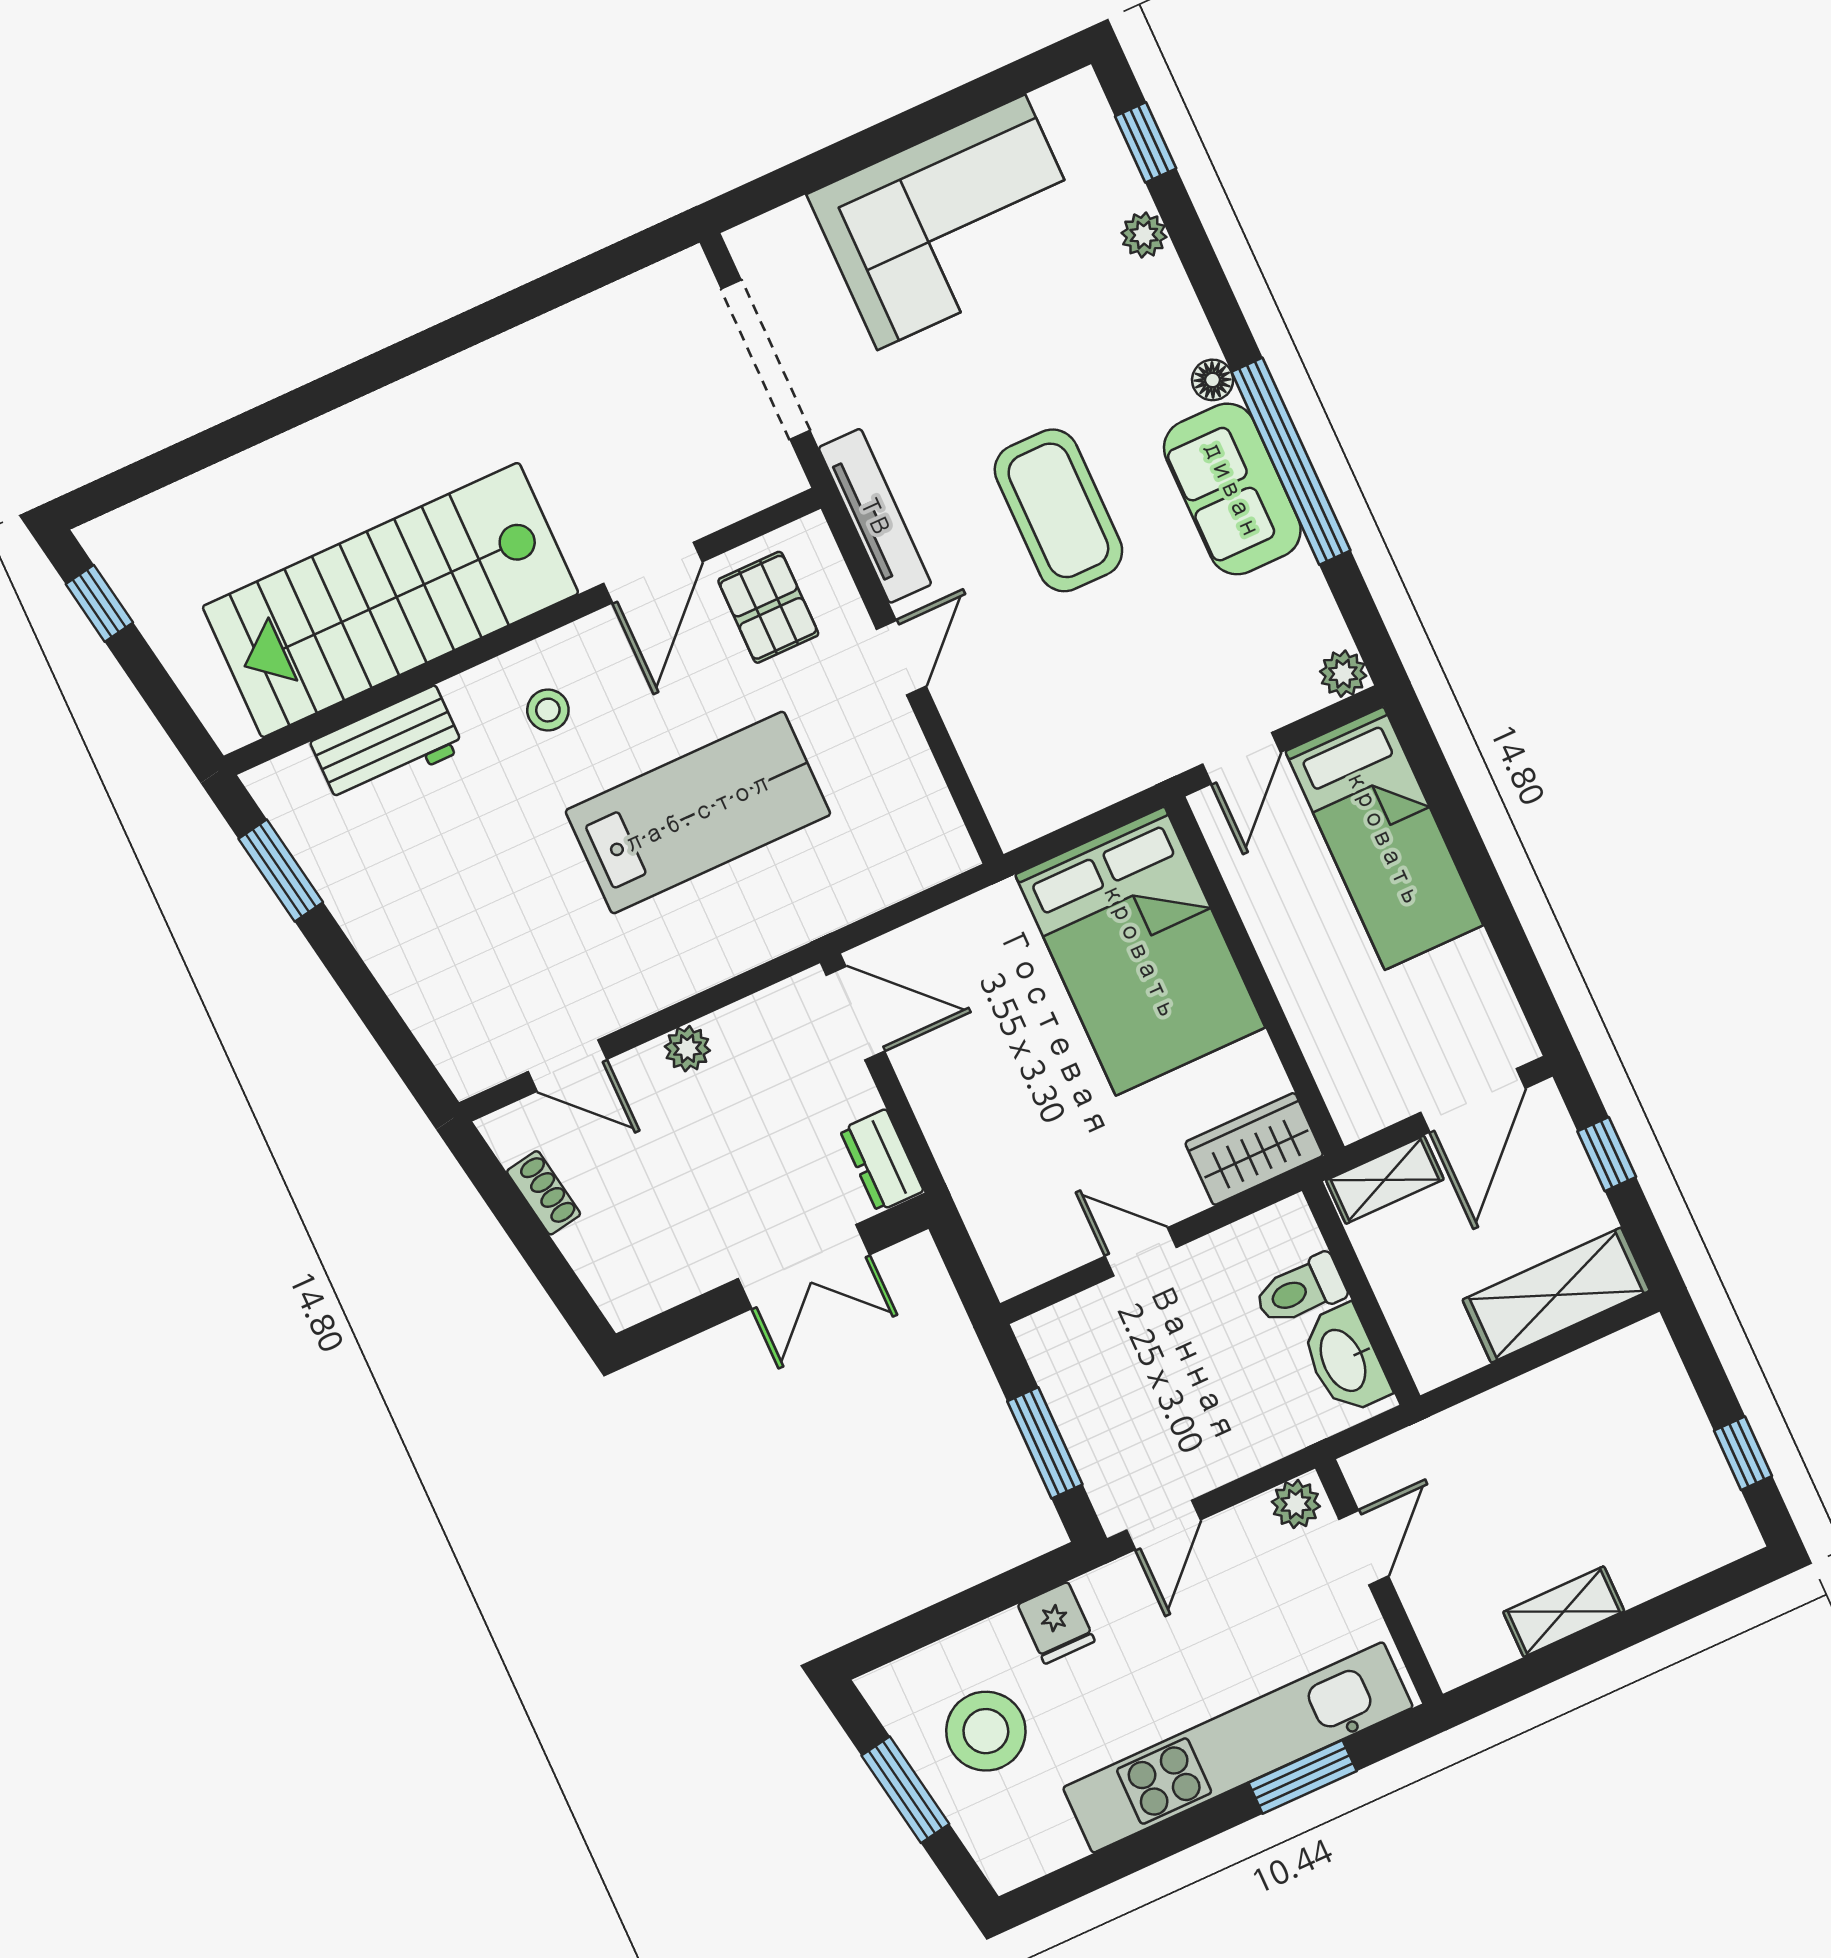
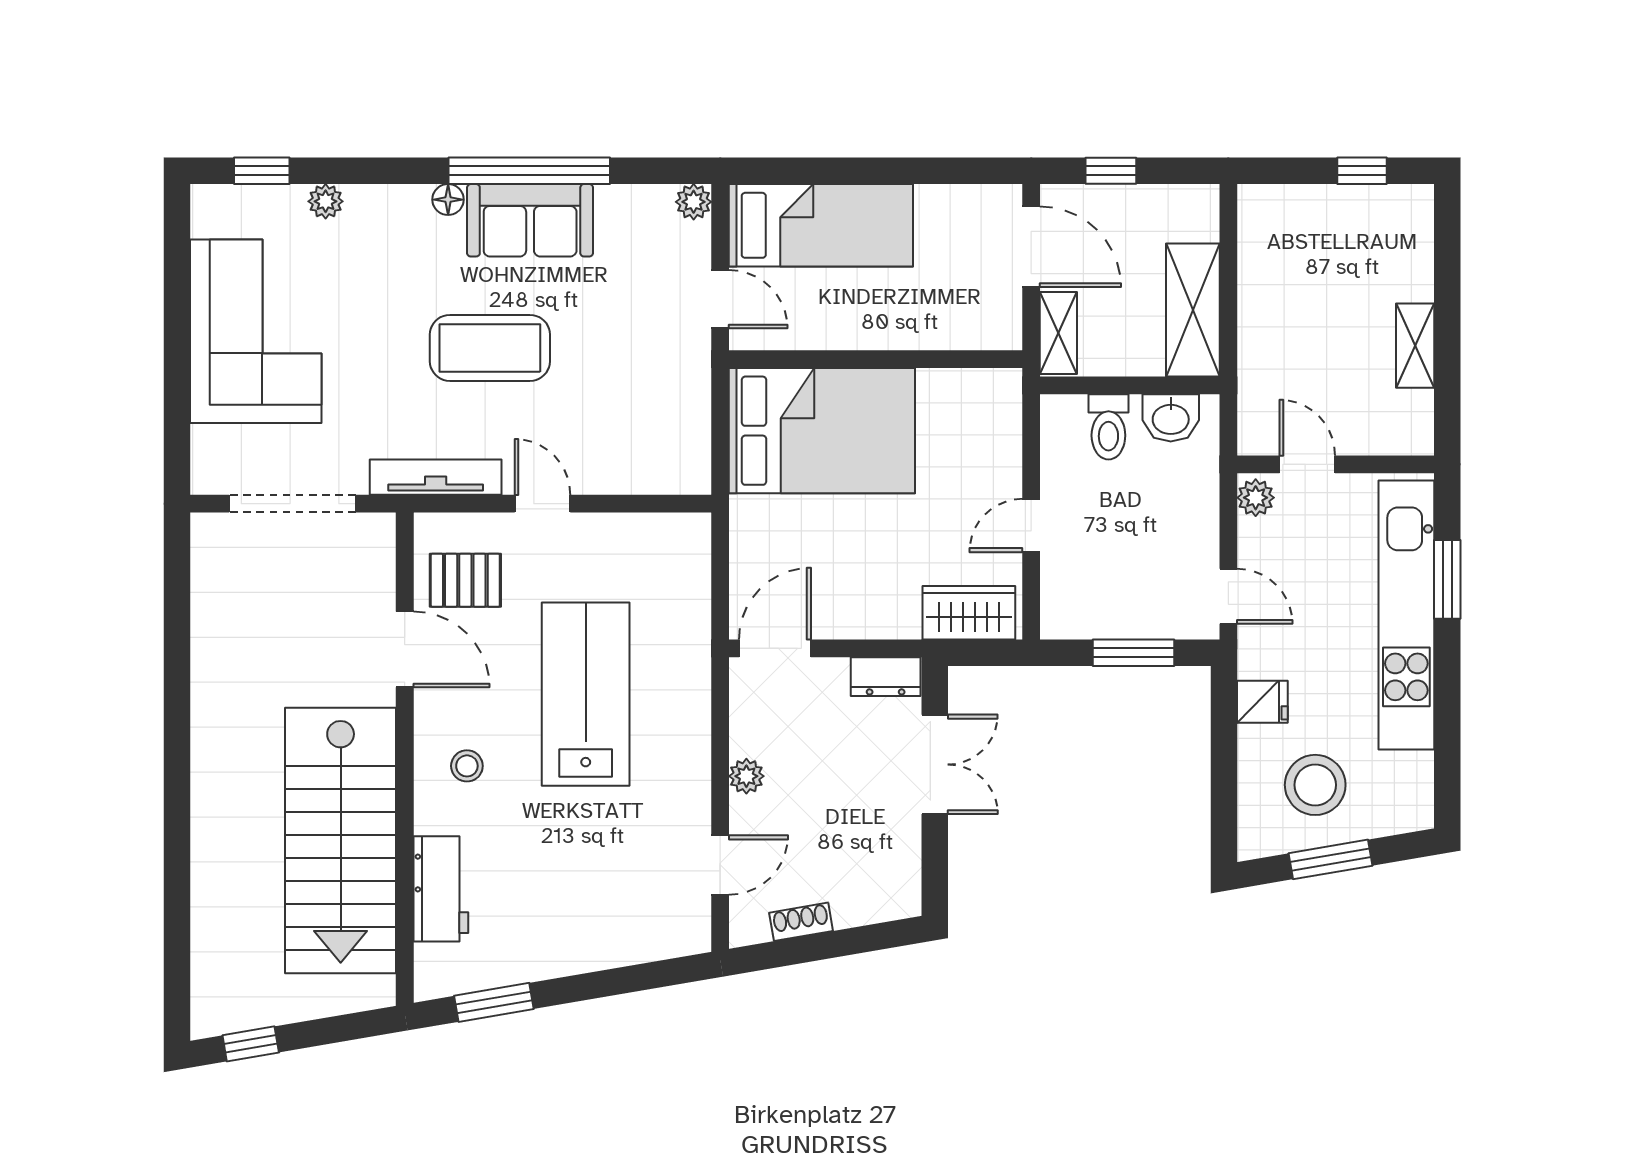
wardrobe: (1254, 1149) -> (969, 613), moved, turned 90
shelving: (1556, 1295) -> (1193, 310), moved
washbasin: (1345, 1360) -> (1171, 418), width x0.72

